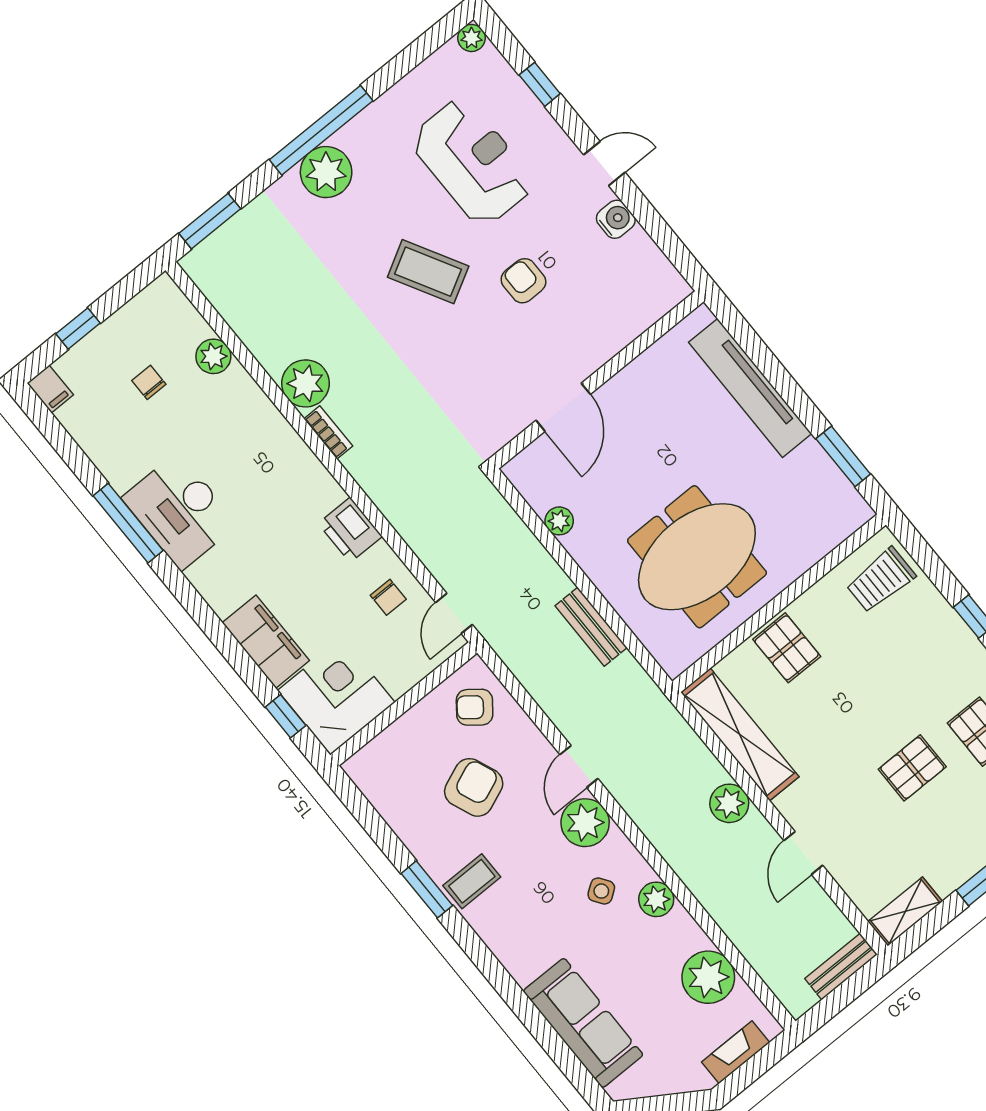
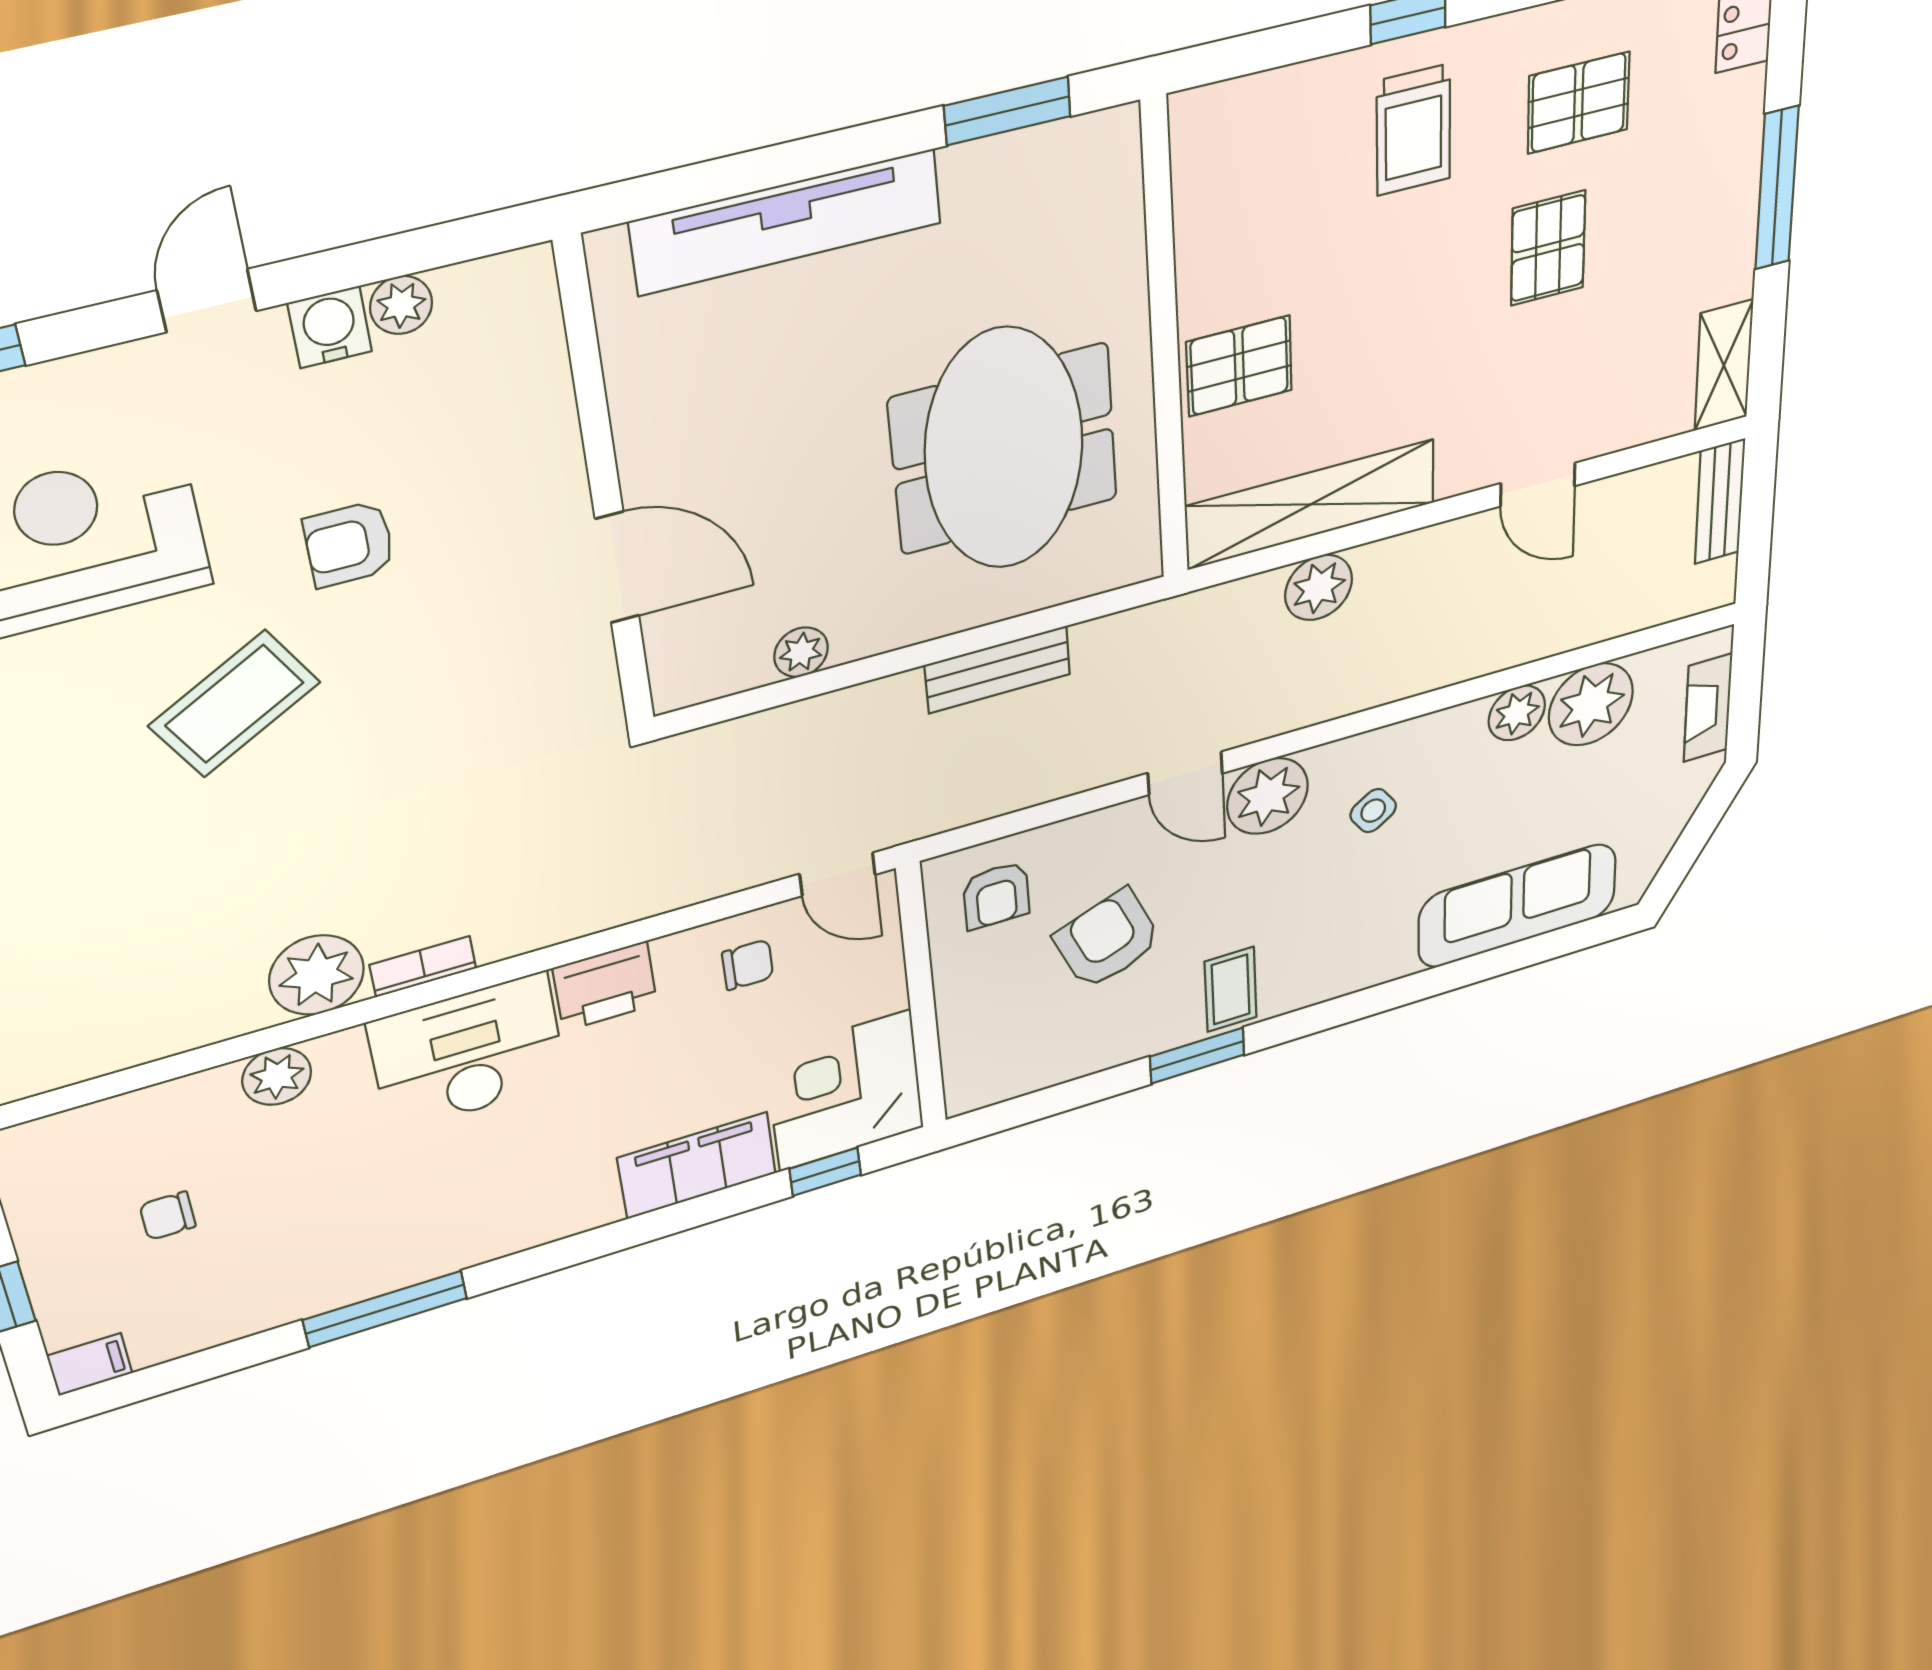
plant: (639, 244) -> (401, 305), added
plant: (213, 356) -> (277, 1077), moved
desk: (180, 511) -> (468, 1053), moved, turned 180
trolley: (881, 580) -> (1414, 130), moved
armchair: (475, 707) -> (996, 895), turned -38
plant: (729, 803) -> (1319, 587), moved
plant: (656, 899) -> (1517, 713), moved

